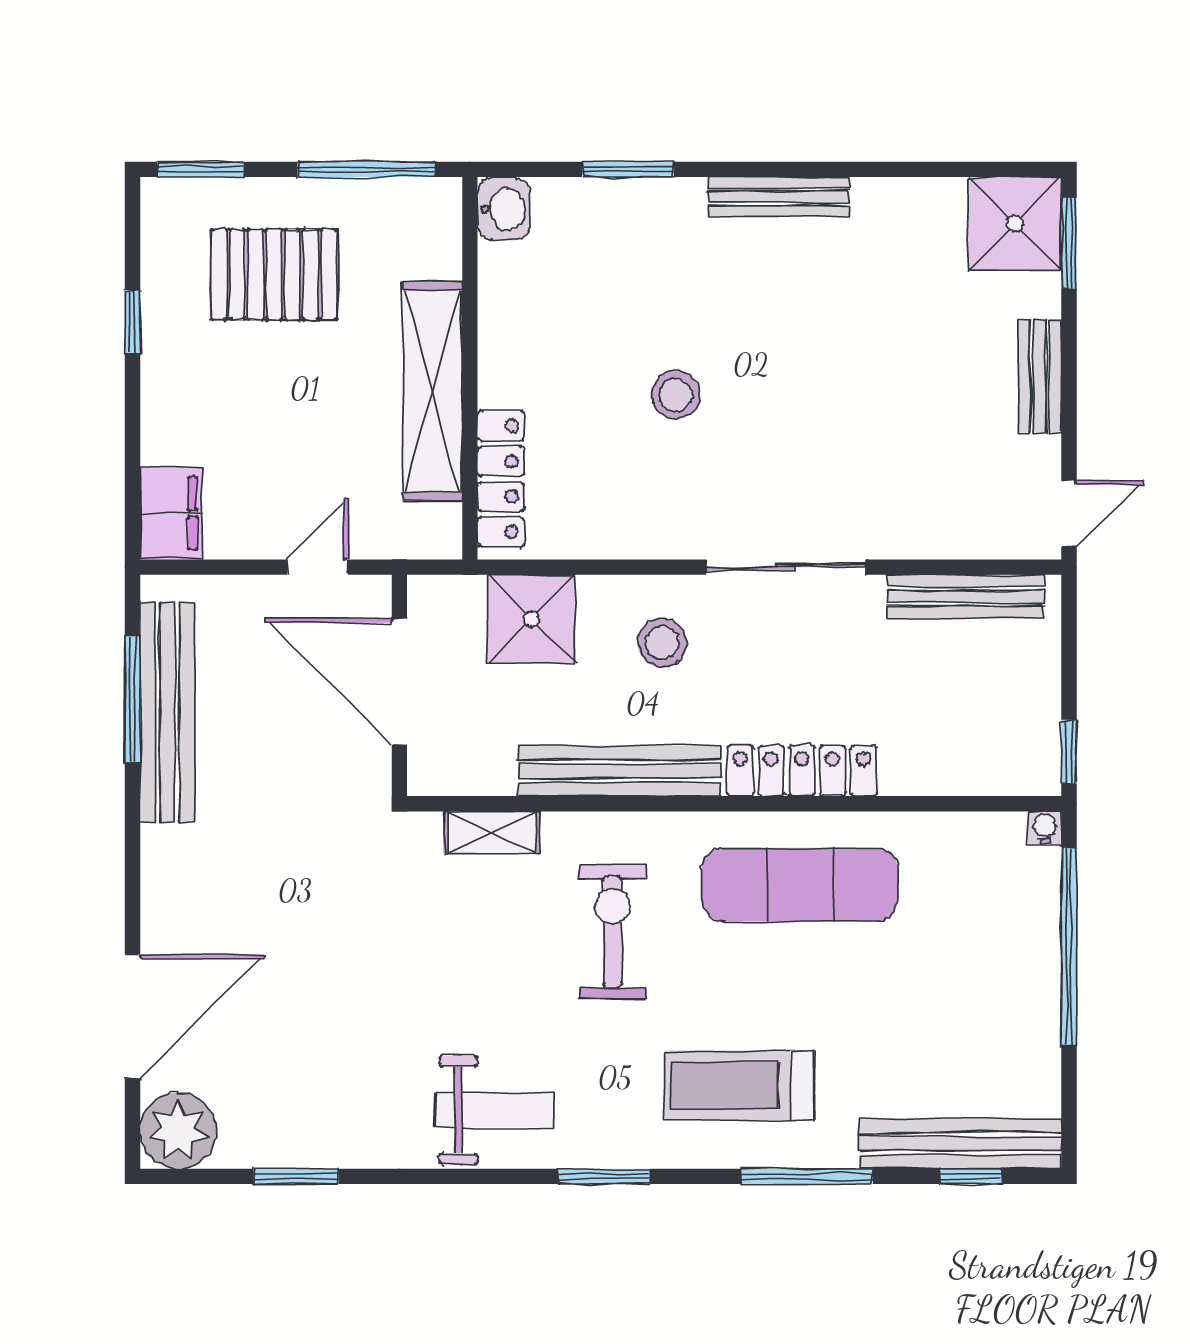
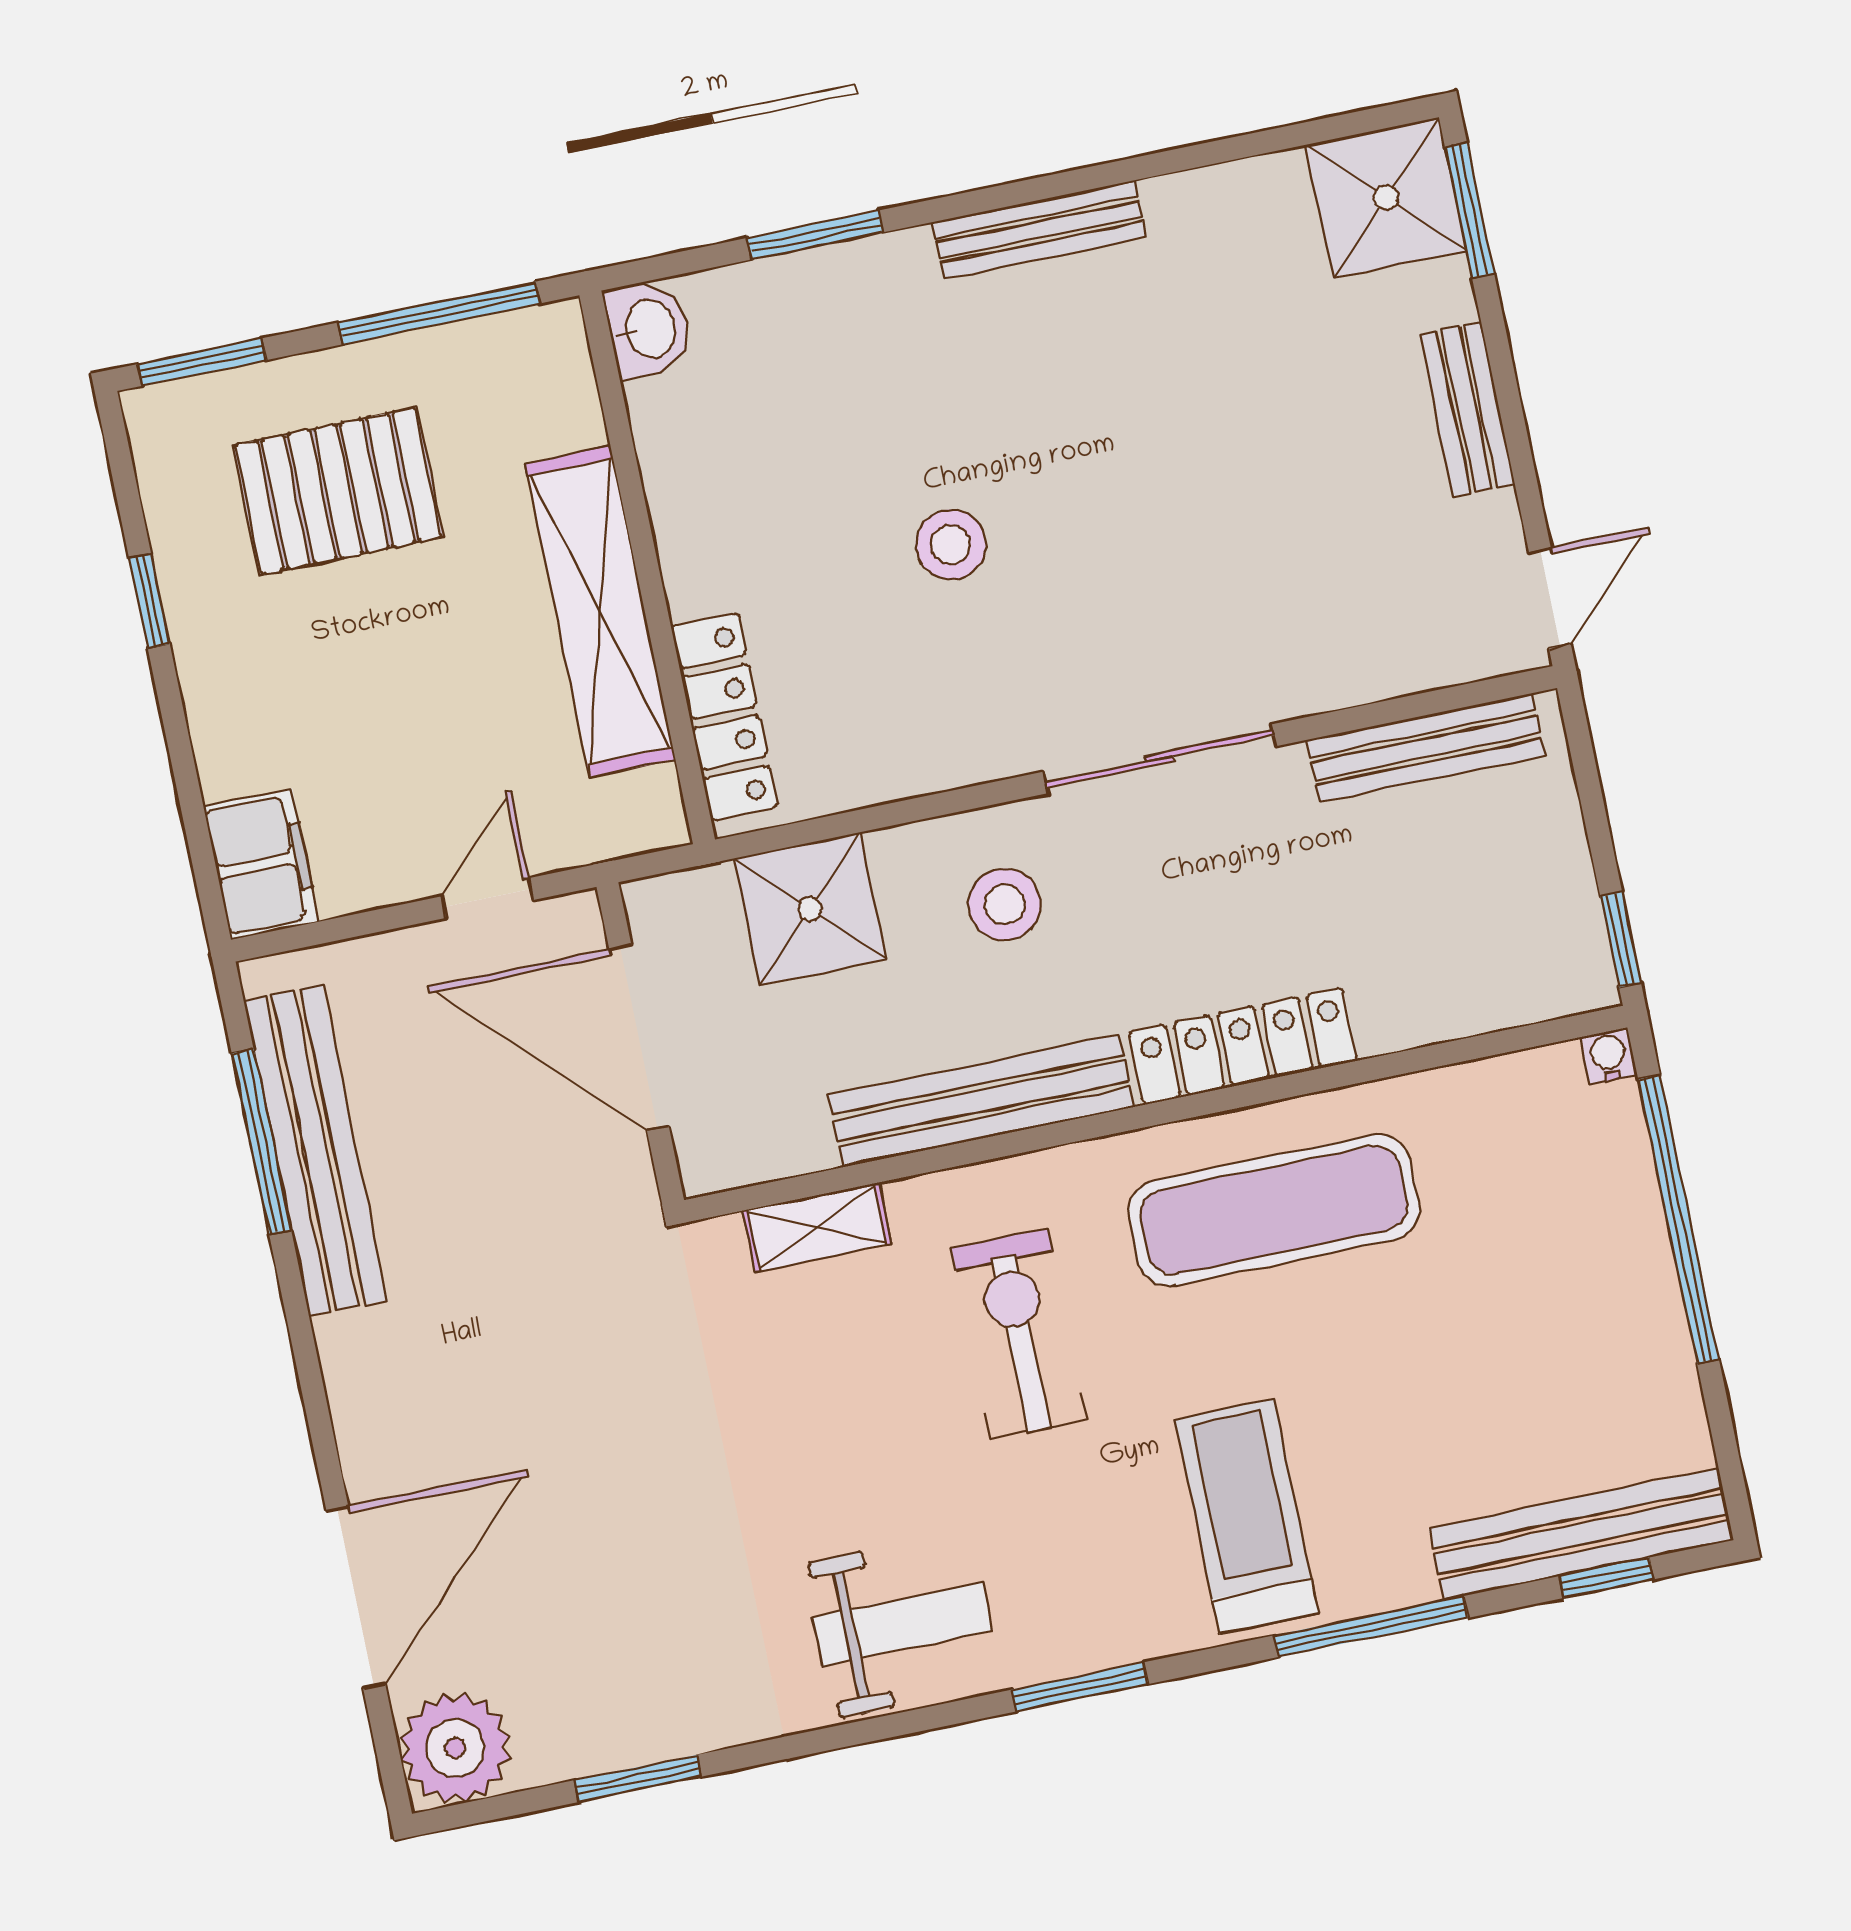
treadmill: (739, 1085) -> (1247, 1516), turned 90

